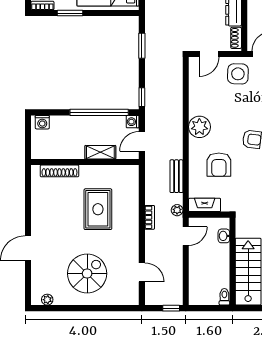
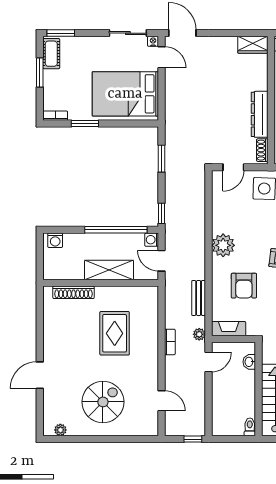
door: (142, 141) -> (162, 261), hinge flipped
shelving: (100, 152) -> (109, 270), width x1.50, depth x1.33

